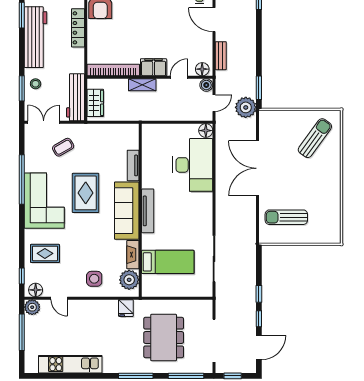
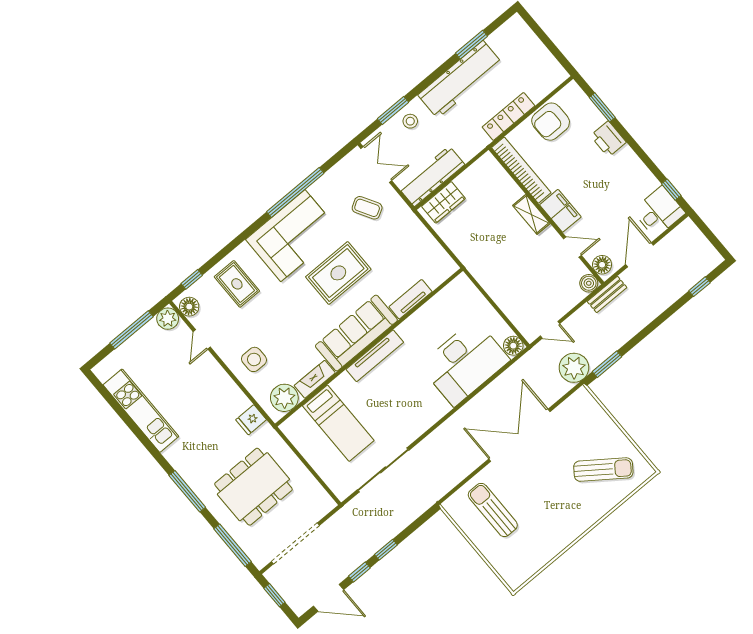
filing cabinet: (154, 67) -> (560, 211), moved
floor lamp: (202, 69) -> (602, 265), moved
bookcase: (113, 70) -> (521, 170), moved
wall: (150, 77) -> (546, 216), moved
door: (179, 77) -> (572, 247), moved
shelving: (142, 85) -> (531, 214), moved
boiler: (206, 85) -> (589, 283), moved

